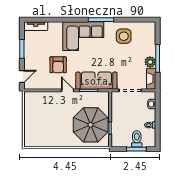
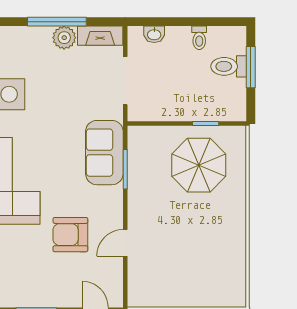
armchair: (58, 65) -> (70, 235), turned 180
sofa: (96, 81) -> (104, 153), width x0.73
door: (68, 90) -> (125, 243), moved
parasol: (91, 125) -> (199, 165), width x0.73, depth x0.73

